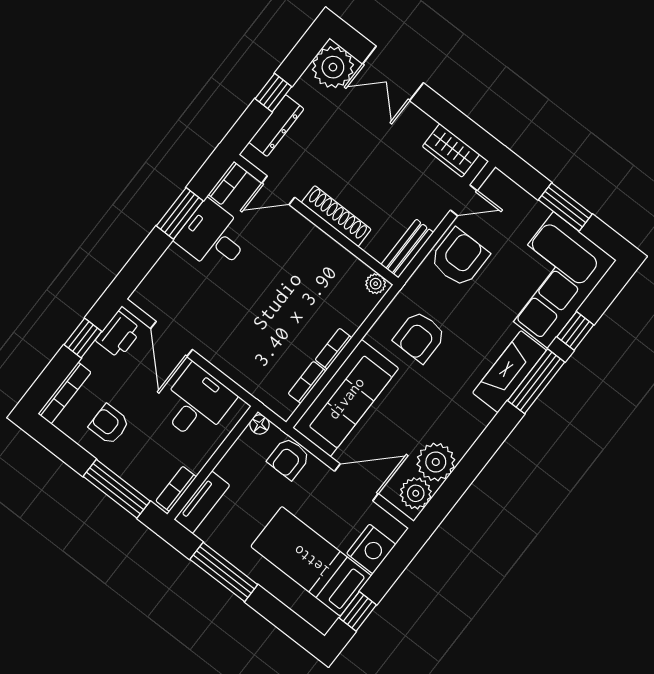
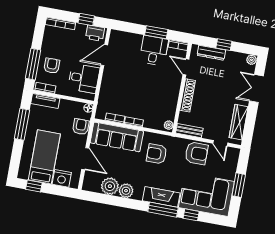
plant: (333, 67) -> (251, 60), width x0.53, depth x0.53
wardrobe: (451, 150) -> (239, 122), width x1.50
armchair: (109, 424) -> (52, 66), moved
armchair: (289, 459) -> (81, 127), turned 90
plant: (416, 493) -> (126, 191), moved

